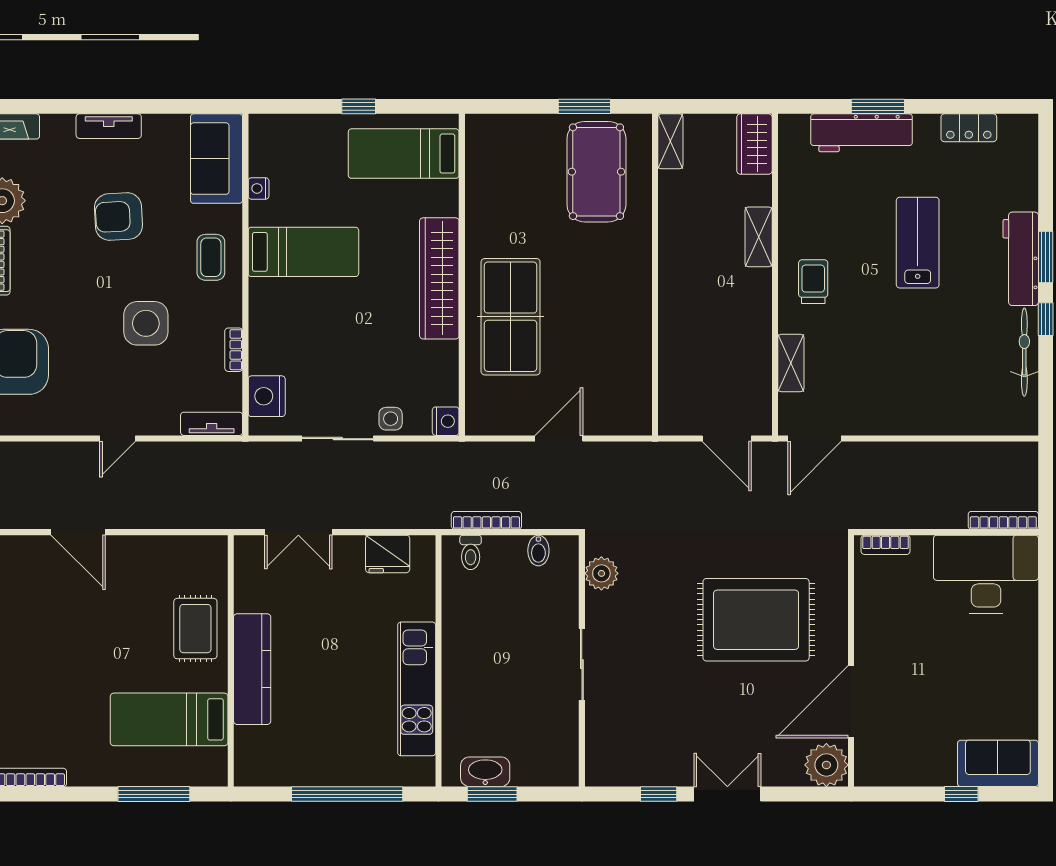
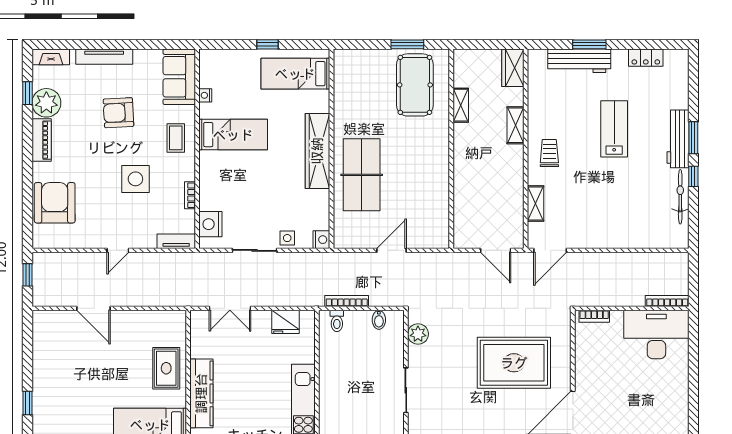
tv unit: (109, 126) -> (104, 57), width x1.41
shelving: (670, 141) -> (461, 105), moved

